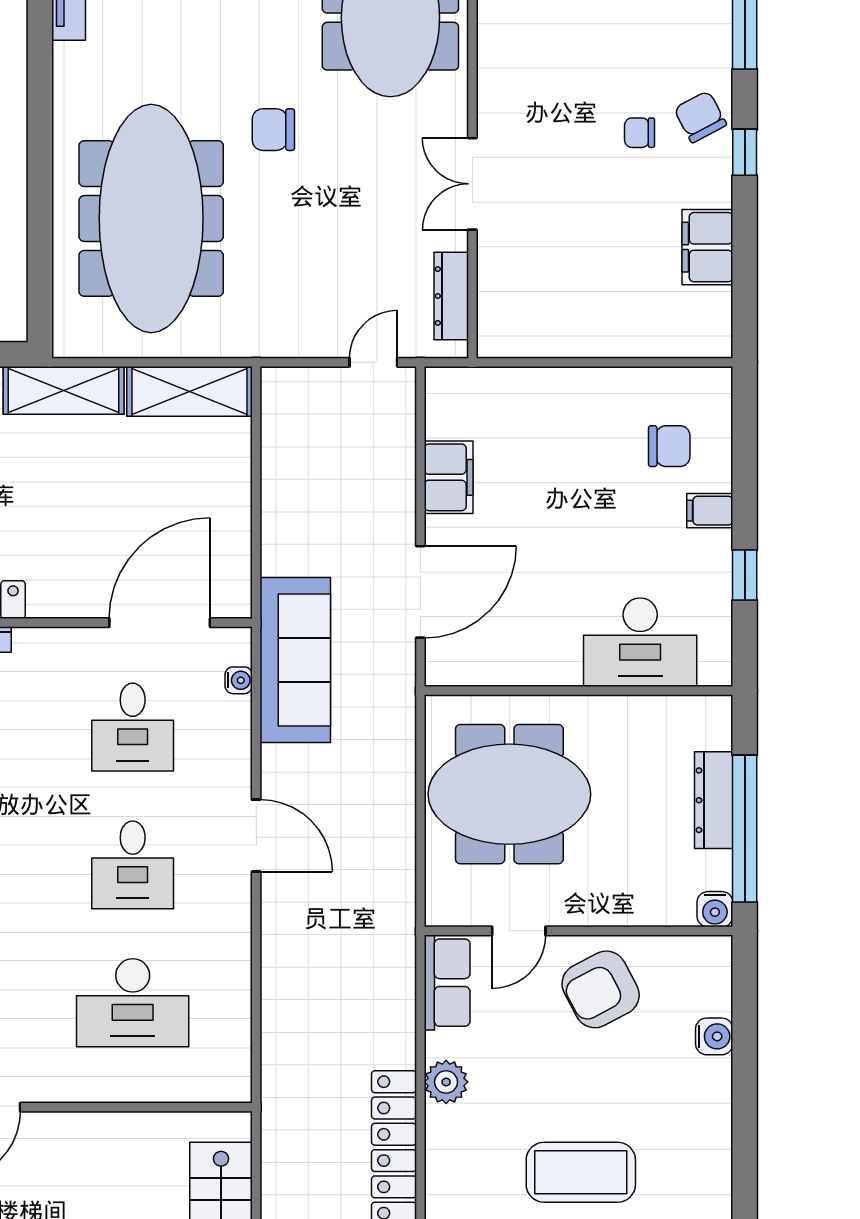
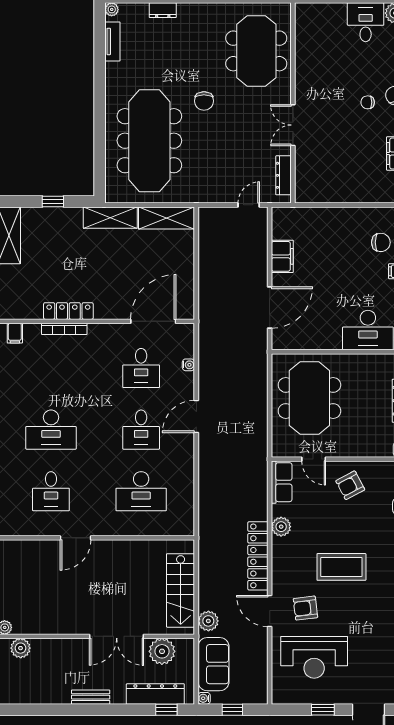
chair: (273, 130) -> (204, 101), turned -90
sofa: (295, 660) -> (214, 338), removed
water cooler: (239, 680) -> (188, 365), moved
meeting table: (509, 794) -> (309, 398), turned 90
door: (256, 836) -> (196, 416), swing flipped
door: (519, 931) -> (314, 459), hinge flipped
armchair: (601, 989) -> (350, 485), width x0.72, depth x0.72

